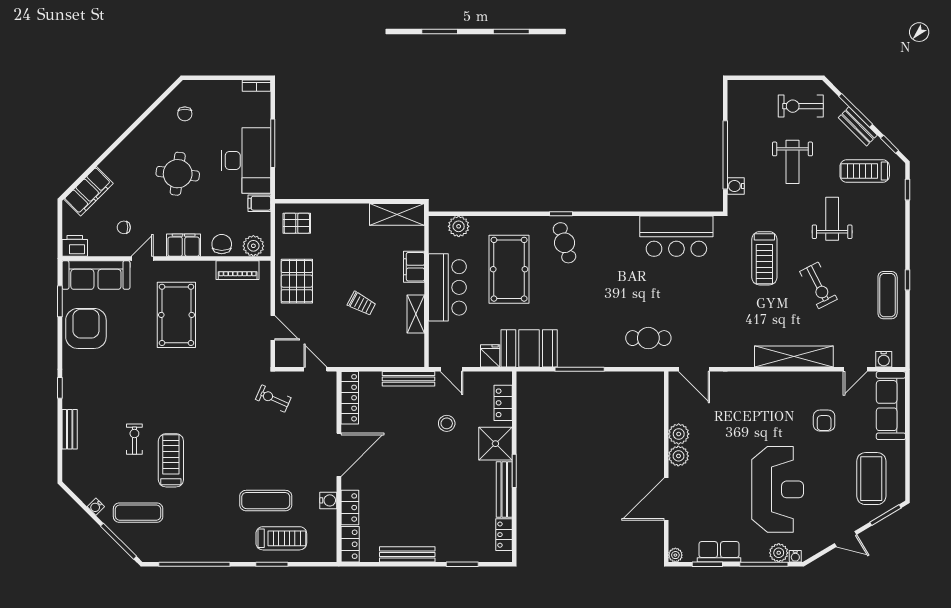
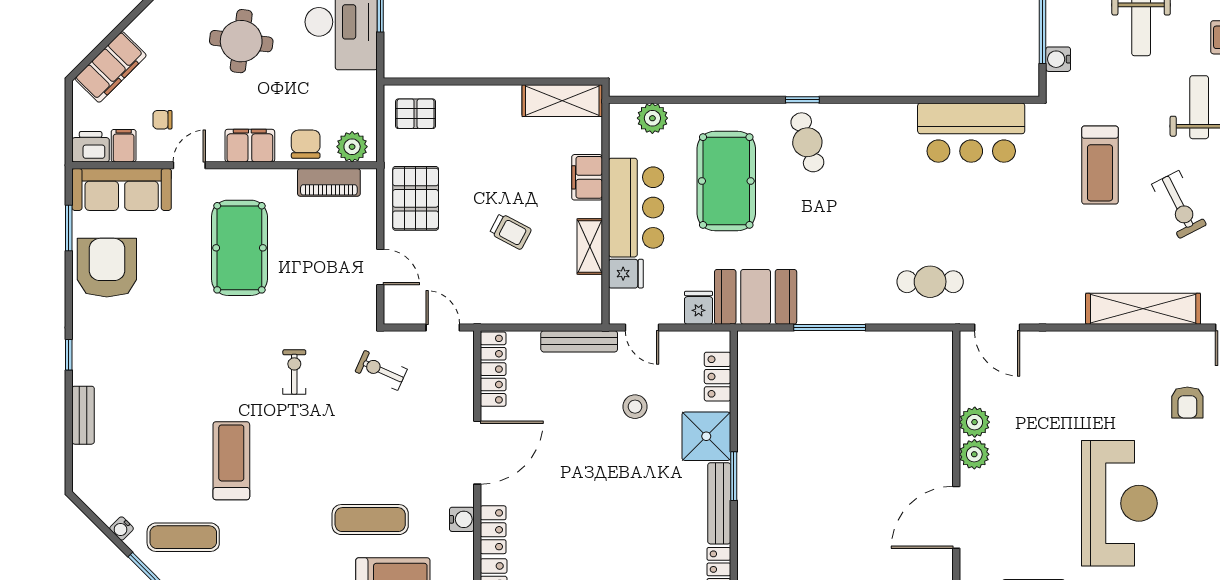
filing cabinet: (259, 203) -> (124, 146), moved, turned 90
fridge: (440, 333) -> (626, 274), added
exercise bike: (134, 439) -> (294, 372), moved

